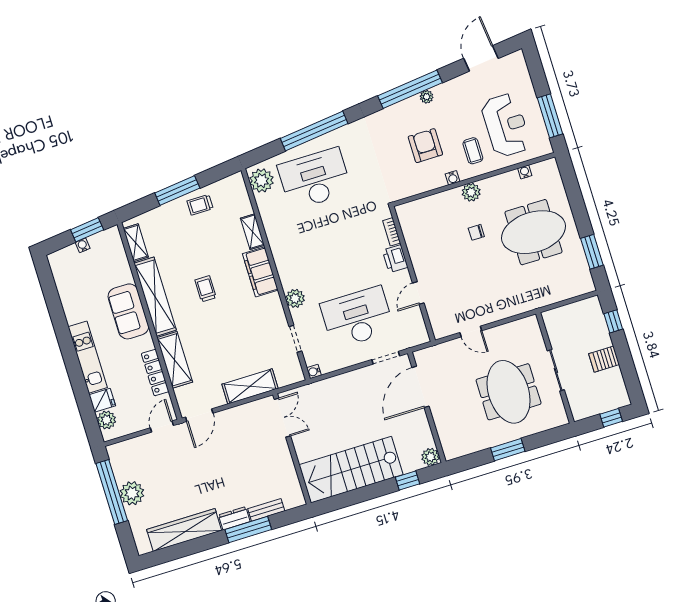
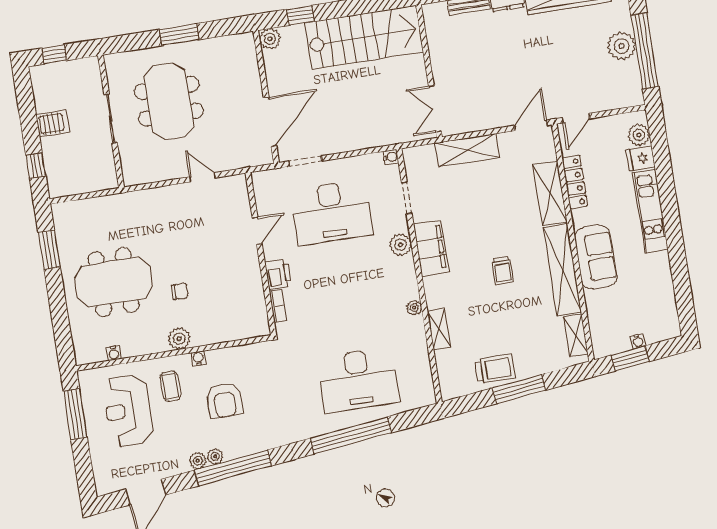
plant: (441, 91) -> (198, 461), added
plant: (262, 180) -> (414, 308), moved, width x0.53, depth x0.53
trolley: (200, 205) -> (495, 369), width x1.36, depth x1.39
filing cabinet: (260, 272) -> (431, 248), moved

